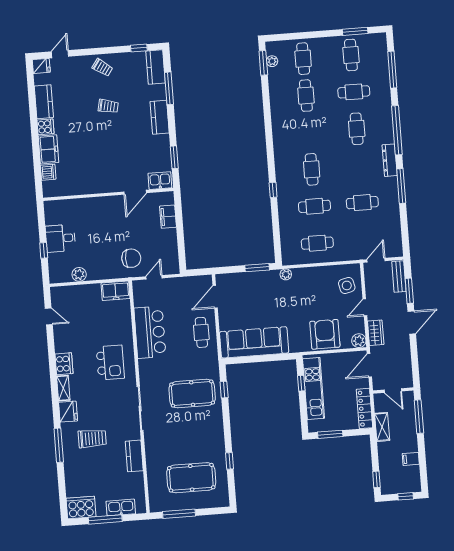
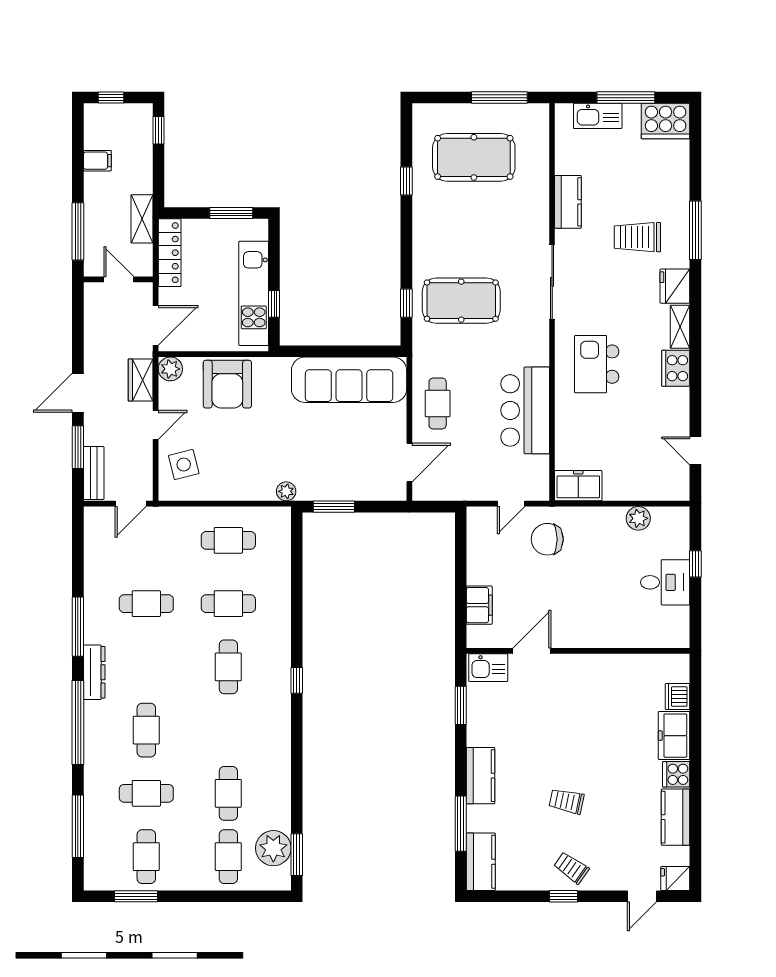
window: (139, 48) -> (564, 896), moved
plant: (272, 61) -> (273, 848), width x1.87, depth x1.87
window: (273, 190) -> (297, 680), moved

